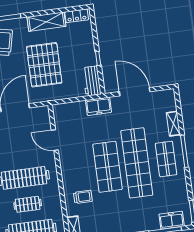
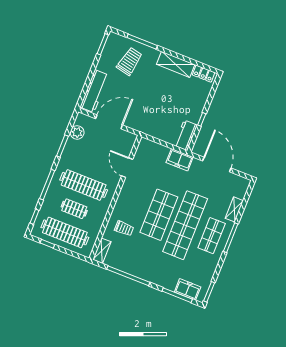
pallet: (44, 65) -> (154, 99), removed

